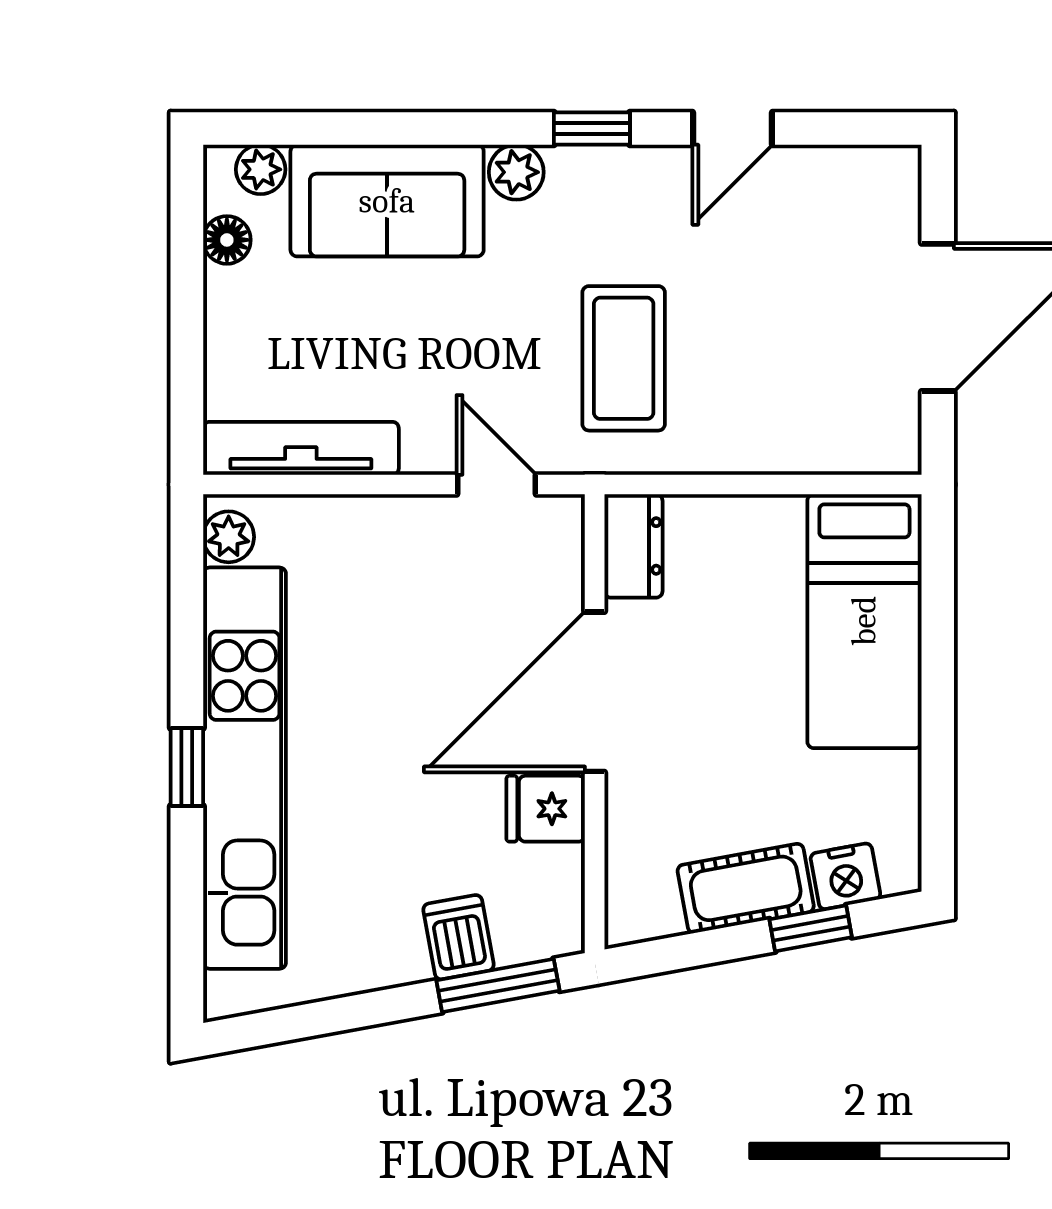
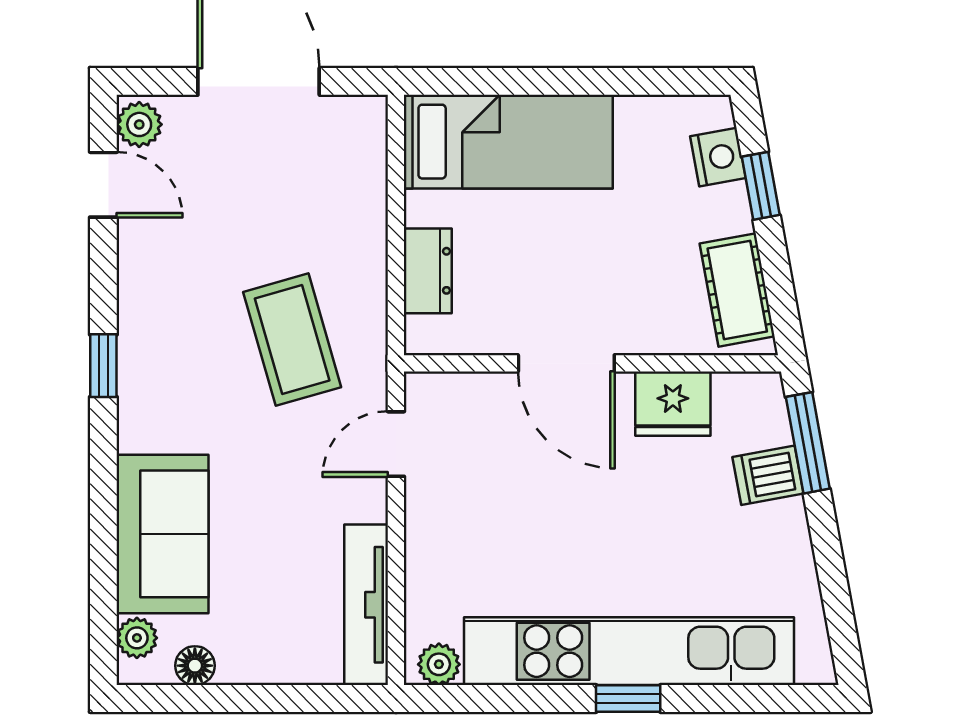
door: (733, 129) -> (103, 185), moved
plant: (516, 172) -> (139, 124), moved
coffee table: (624, 358) -> (292, 340), turned 74
dresser: (633, 546) -> (428, 271), moved, turned 90
door: (595, 692) -> (566, 363), width x0.73
fridge: (546, 809) -> (673, 404), width x1.38
cot: (746, 888) -> (737, 290), moved

